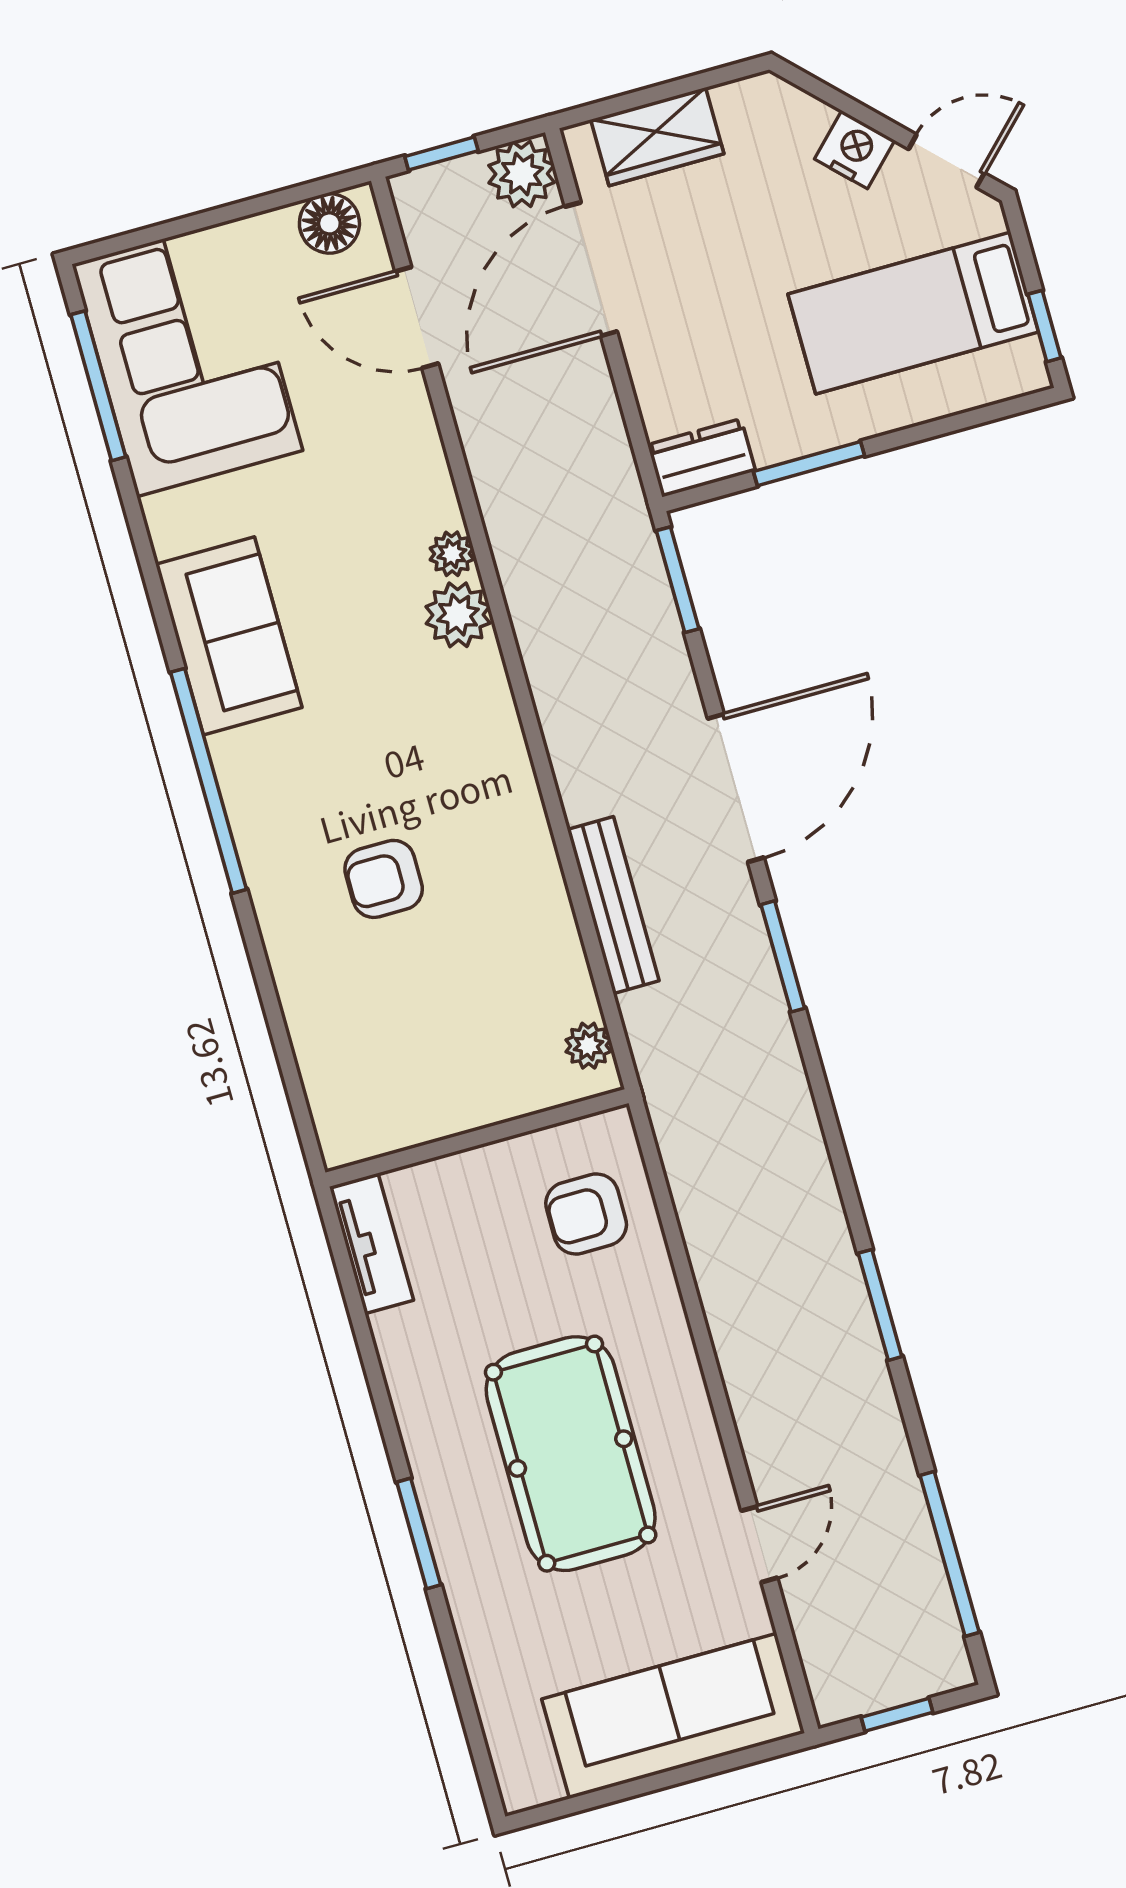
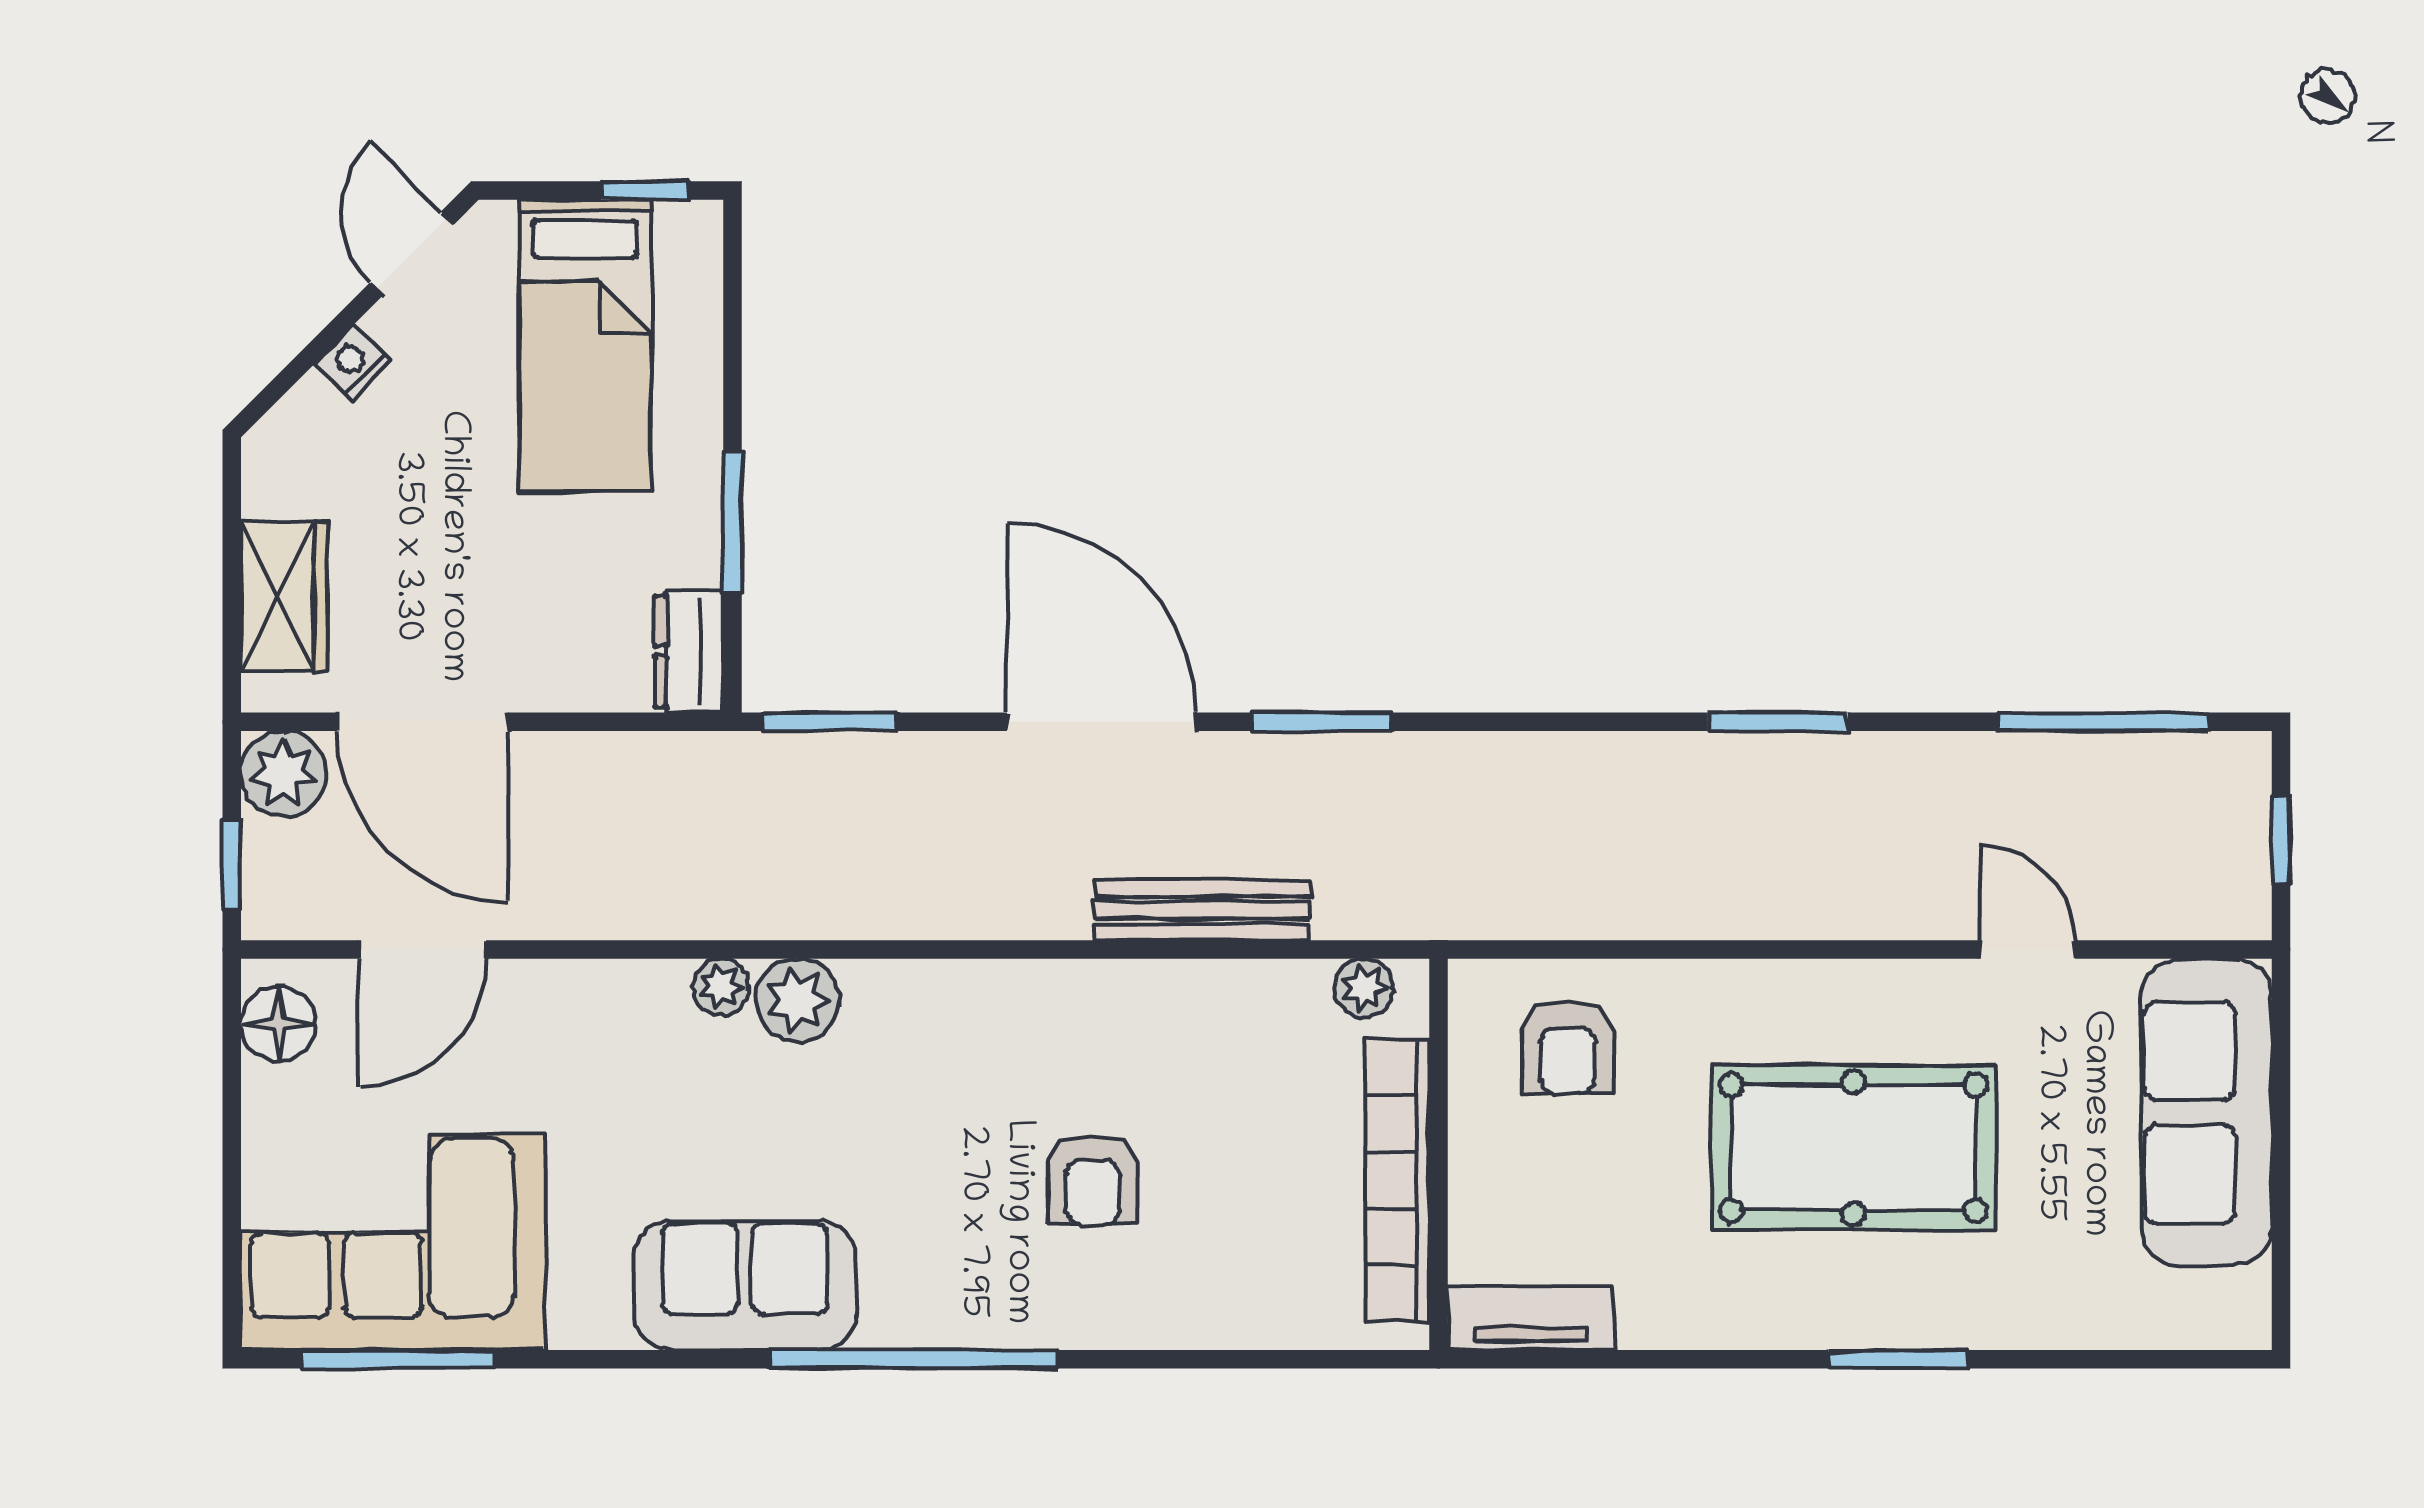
nightstand: (855, 150) -> (353, 362), width x0.72, depth x0.74
bookcase: (448, 1112) -> (1397, 1181), added

